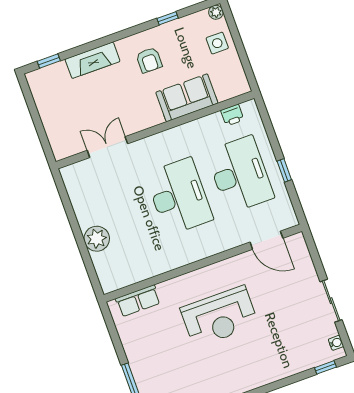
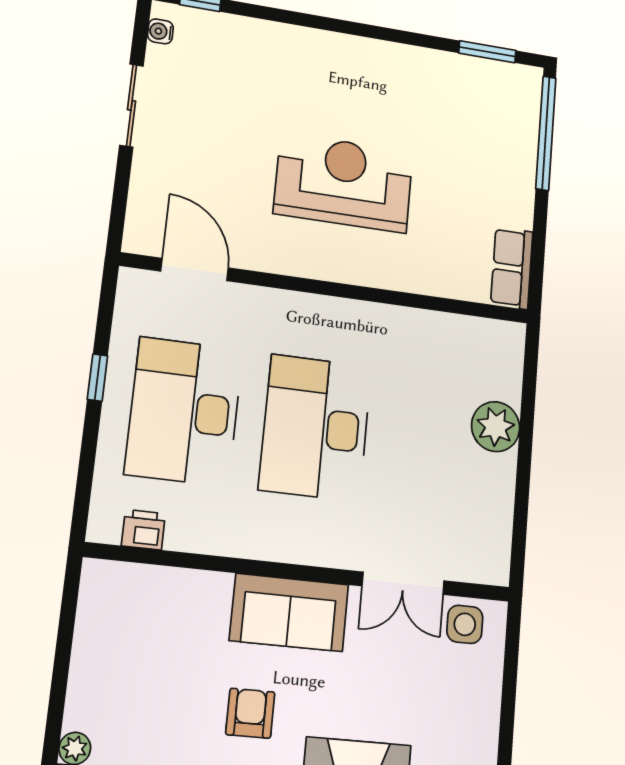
side table: (217, 43) -> (465, 624), moved
sofa: (187, 98) -> (289, 612), moved
row of seats: (138, 301) -> (512, 268), moved, turned -90

